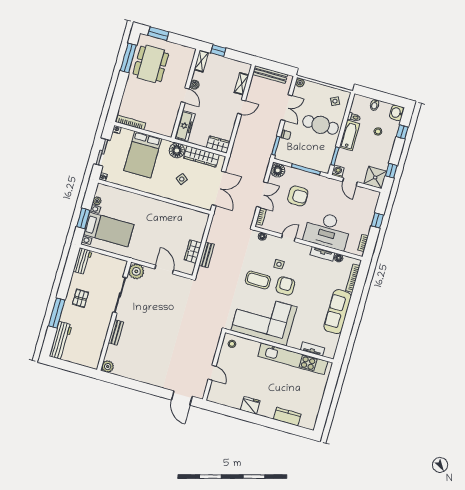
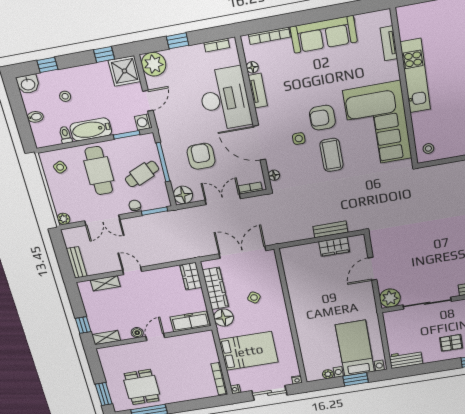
dining table: (151, 64) -> (142, 387), width x0.73
bench: (270, 75) -> (77, 262), width x0.73
double door: (287, 108) -> (102, 220), swing flipped
cafe table: (305, 151) -> (142, 174), added
plant: (370, 198) -> (154, 64), added
door: (288, 238) -> (259, 143), width x1.88
kitchen unit: (293, 359) -> (415, 76), width x0.73

